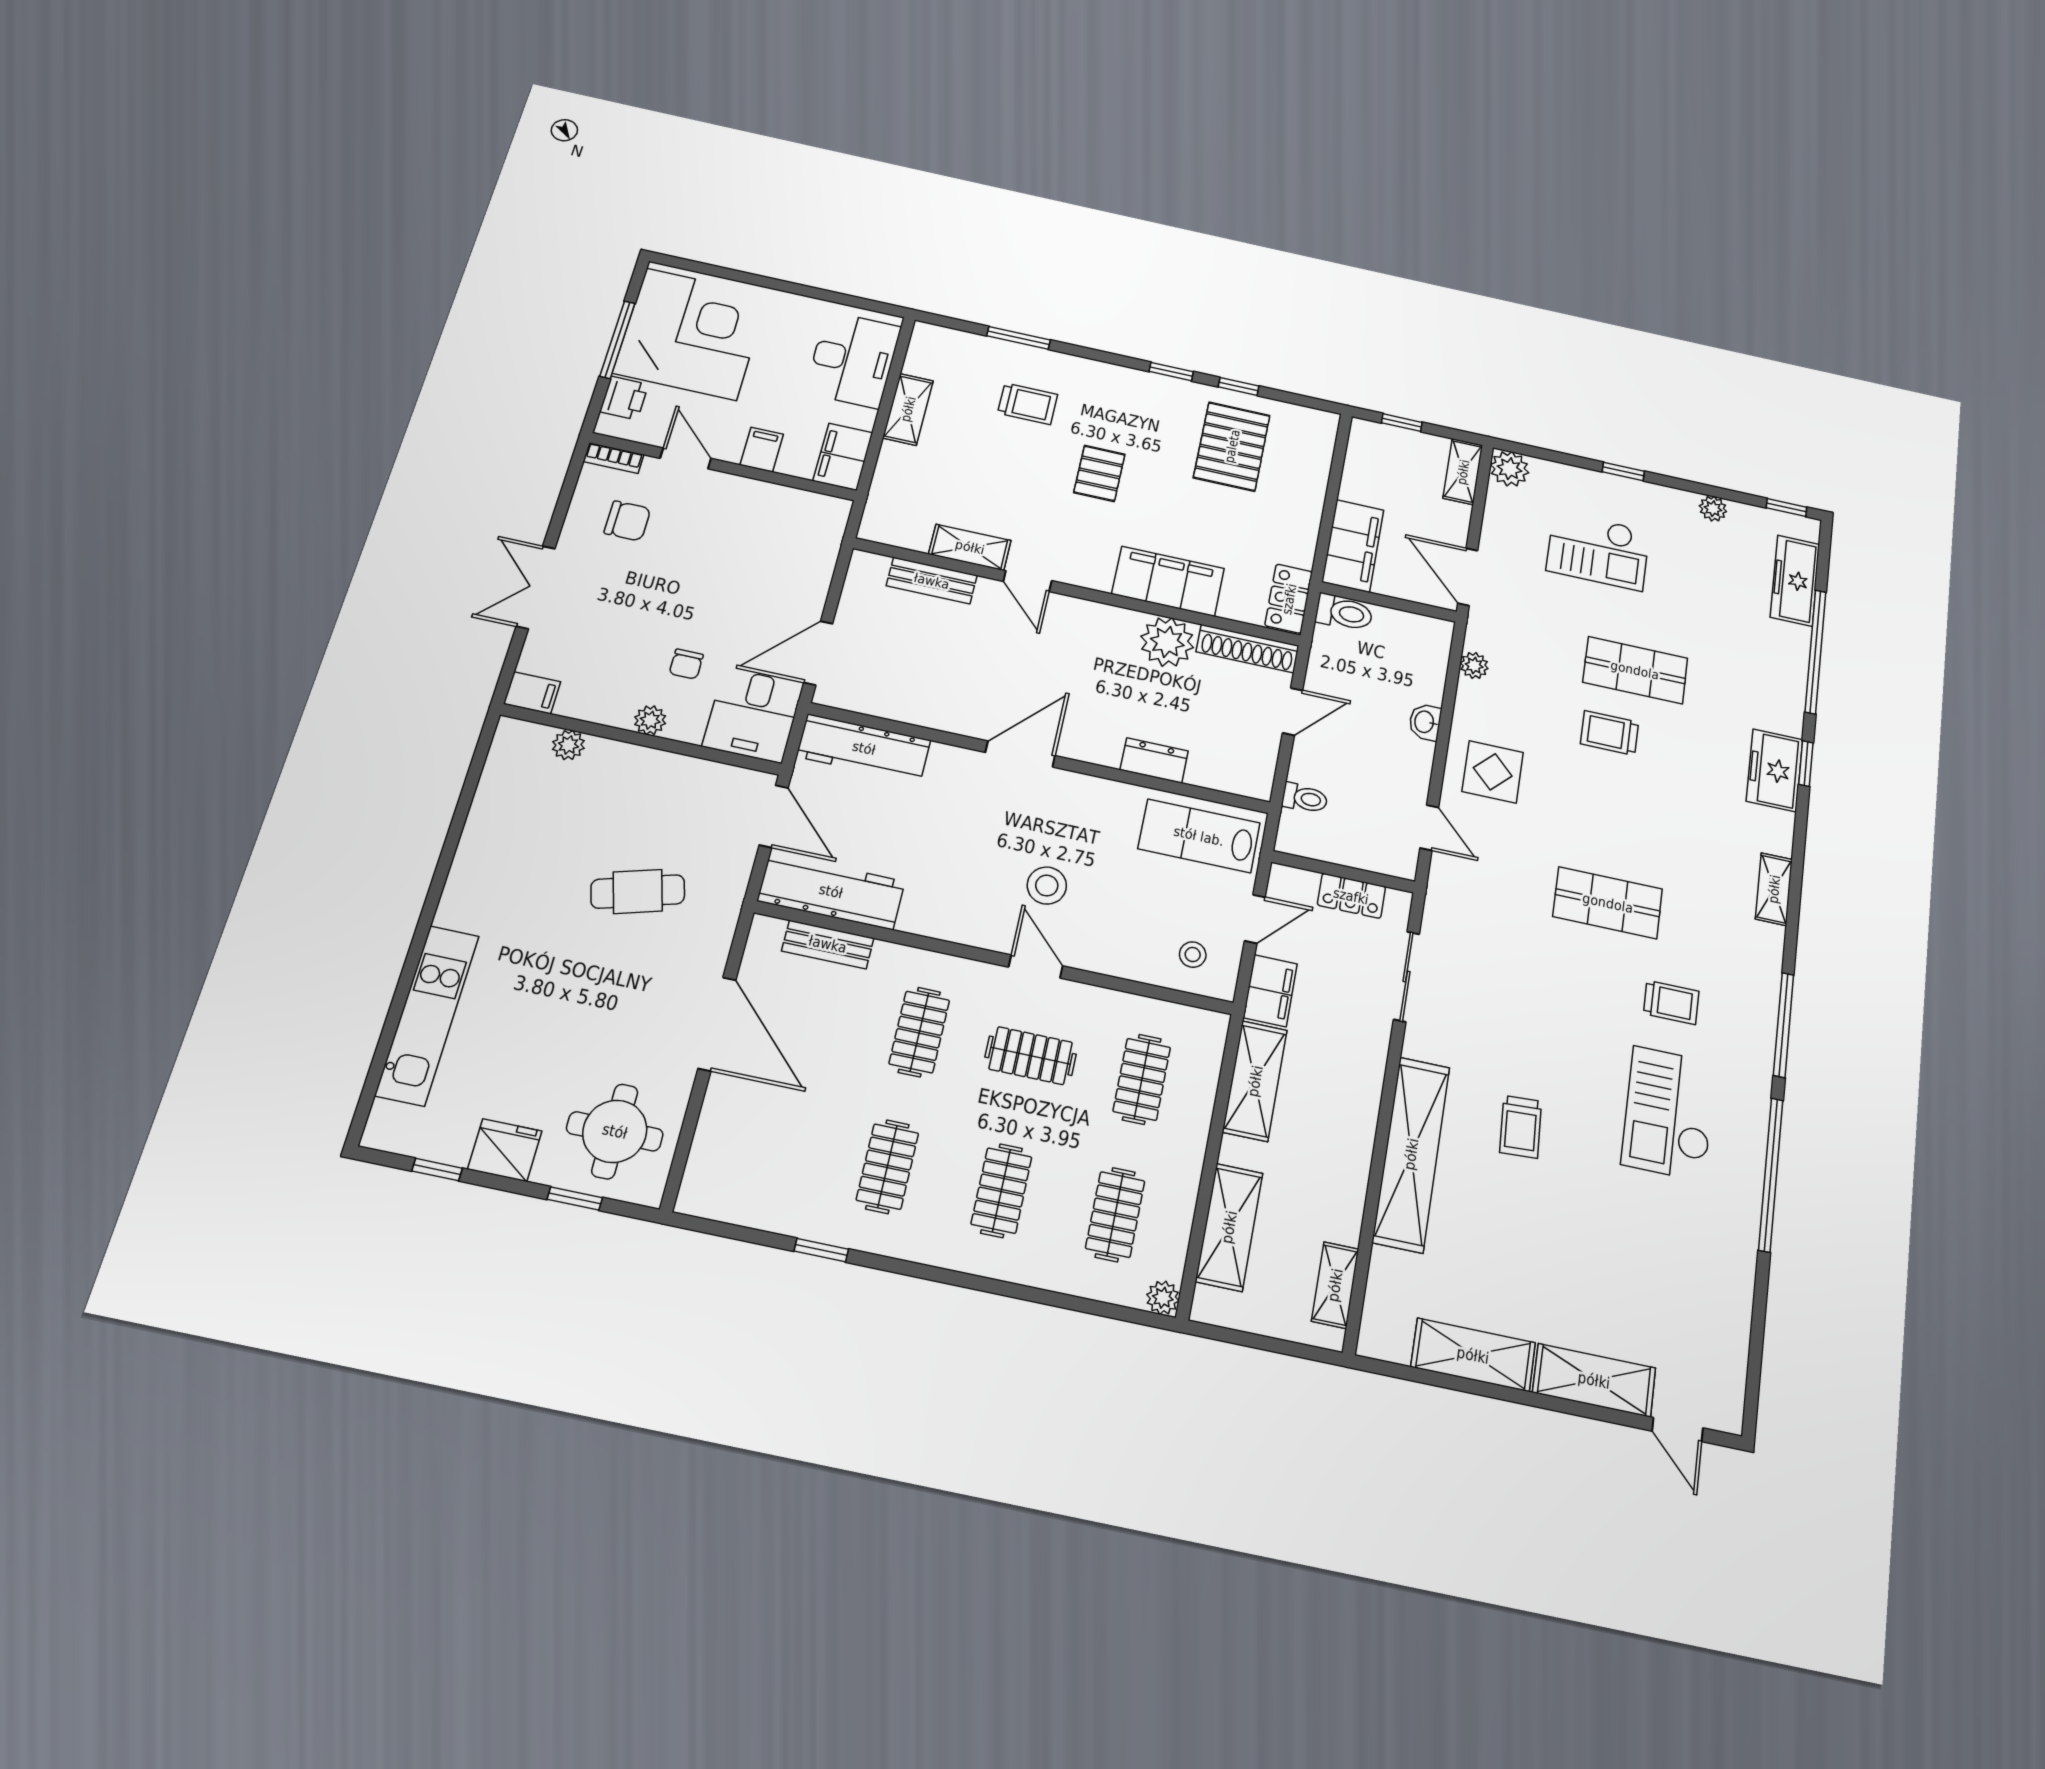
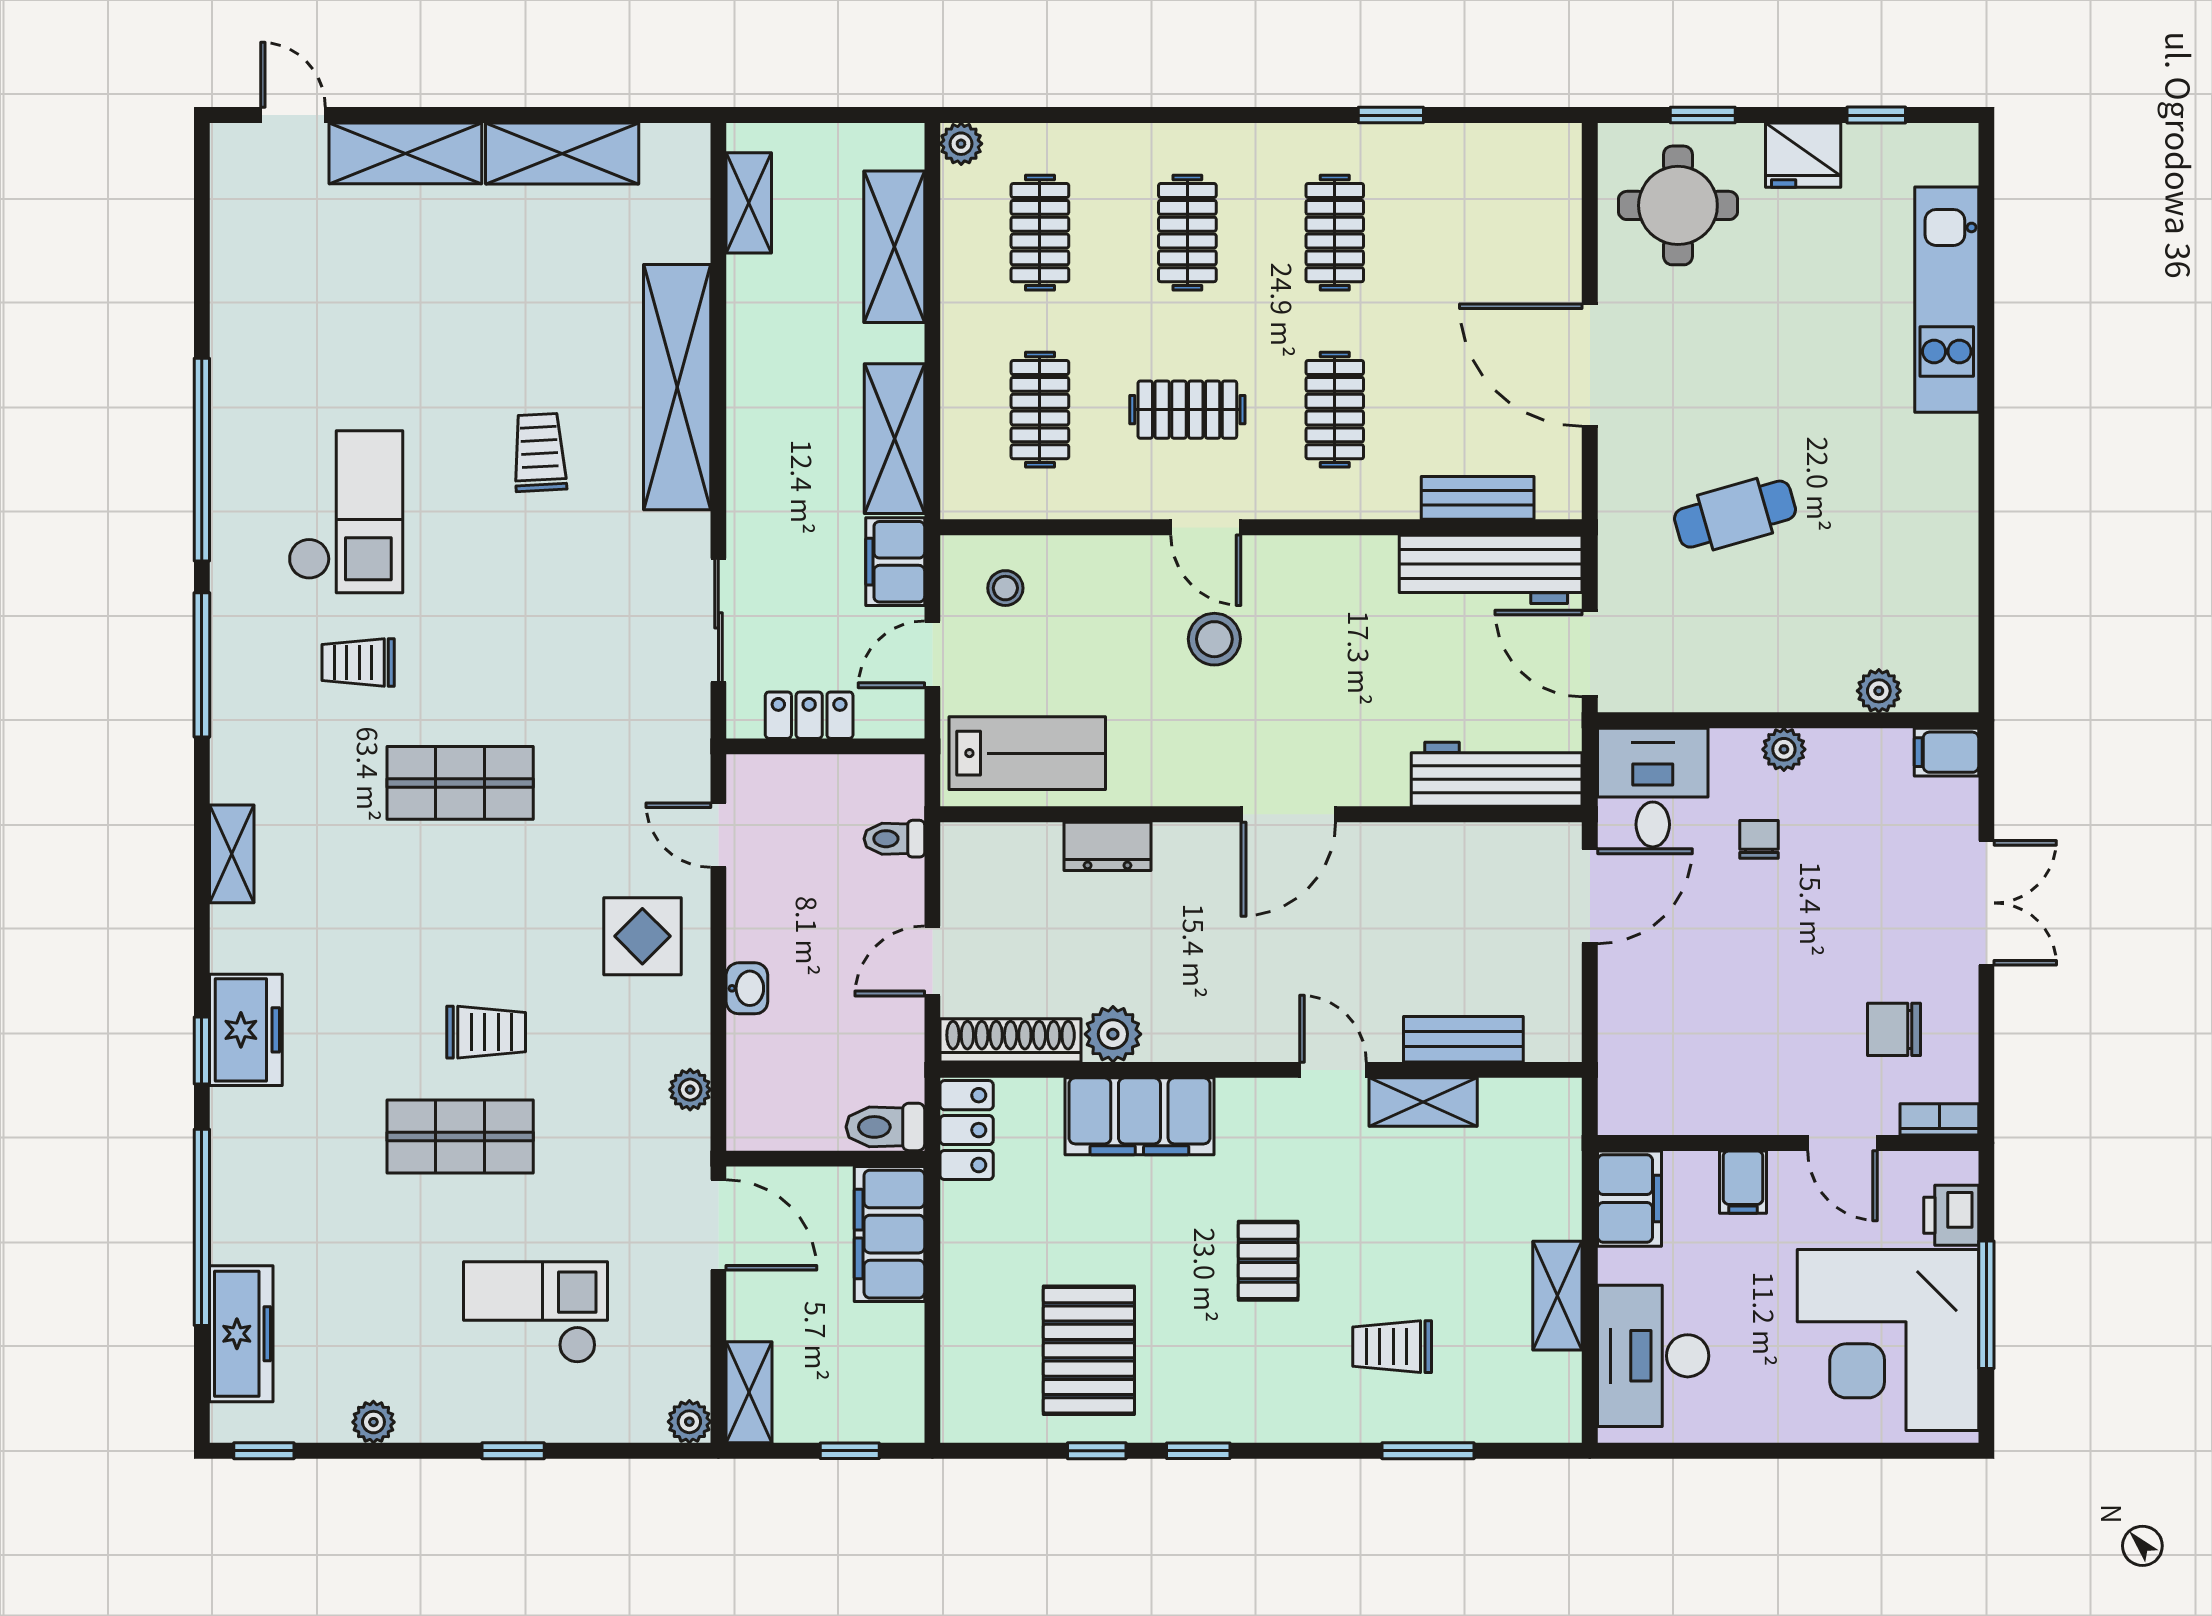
plant: (1509, 469) -> (689, 1422), width x0.73, depth x0.73
plant: (1167, 642) -> (1113, 1034), width x0.73, depth x0.73

